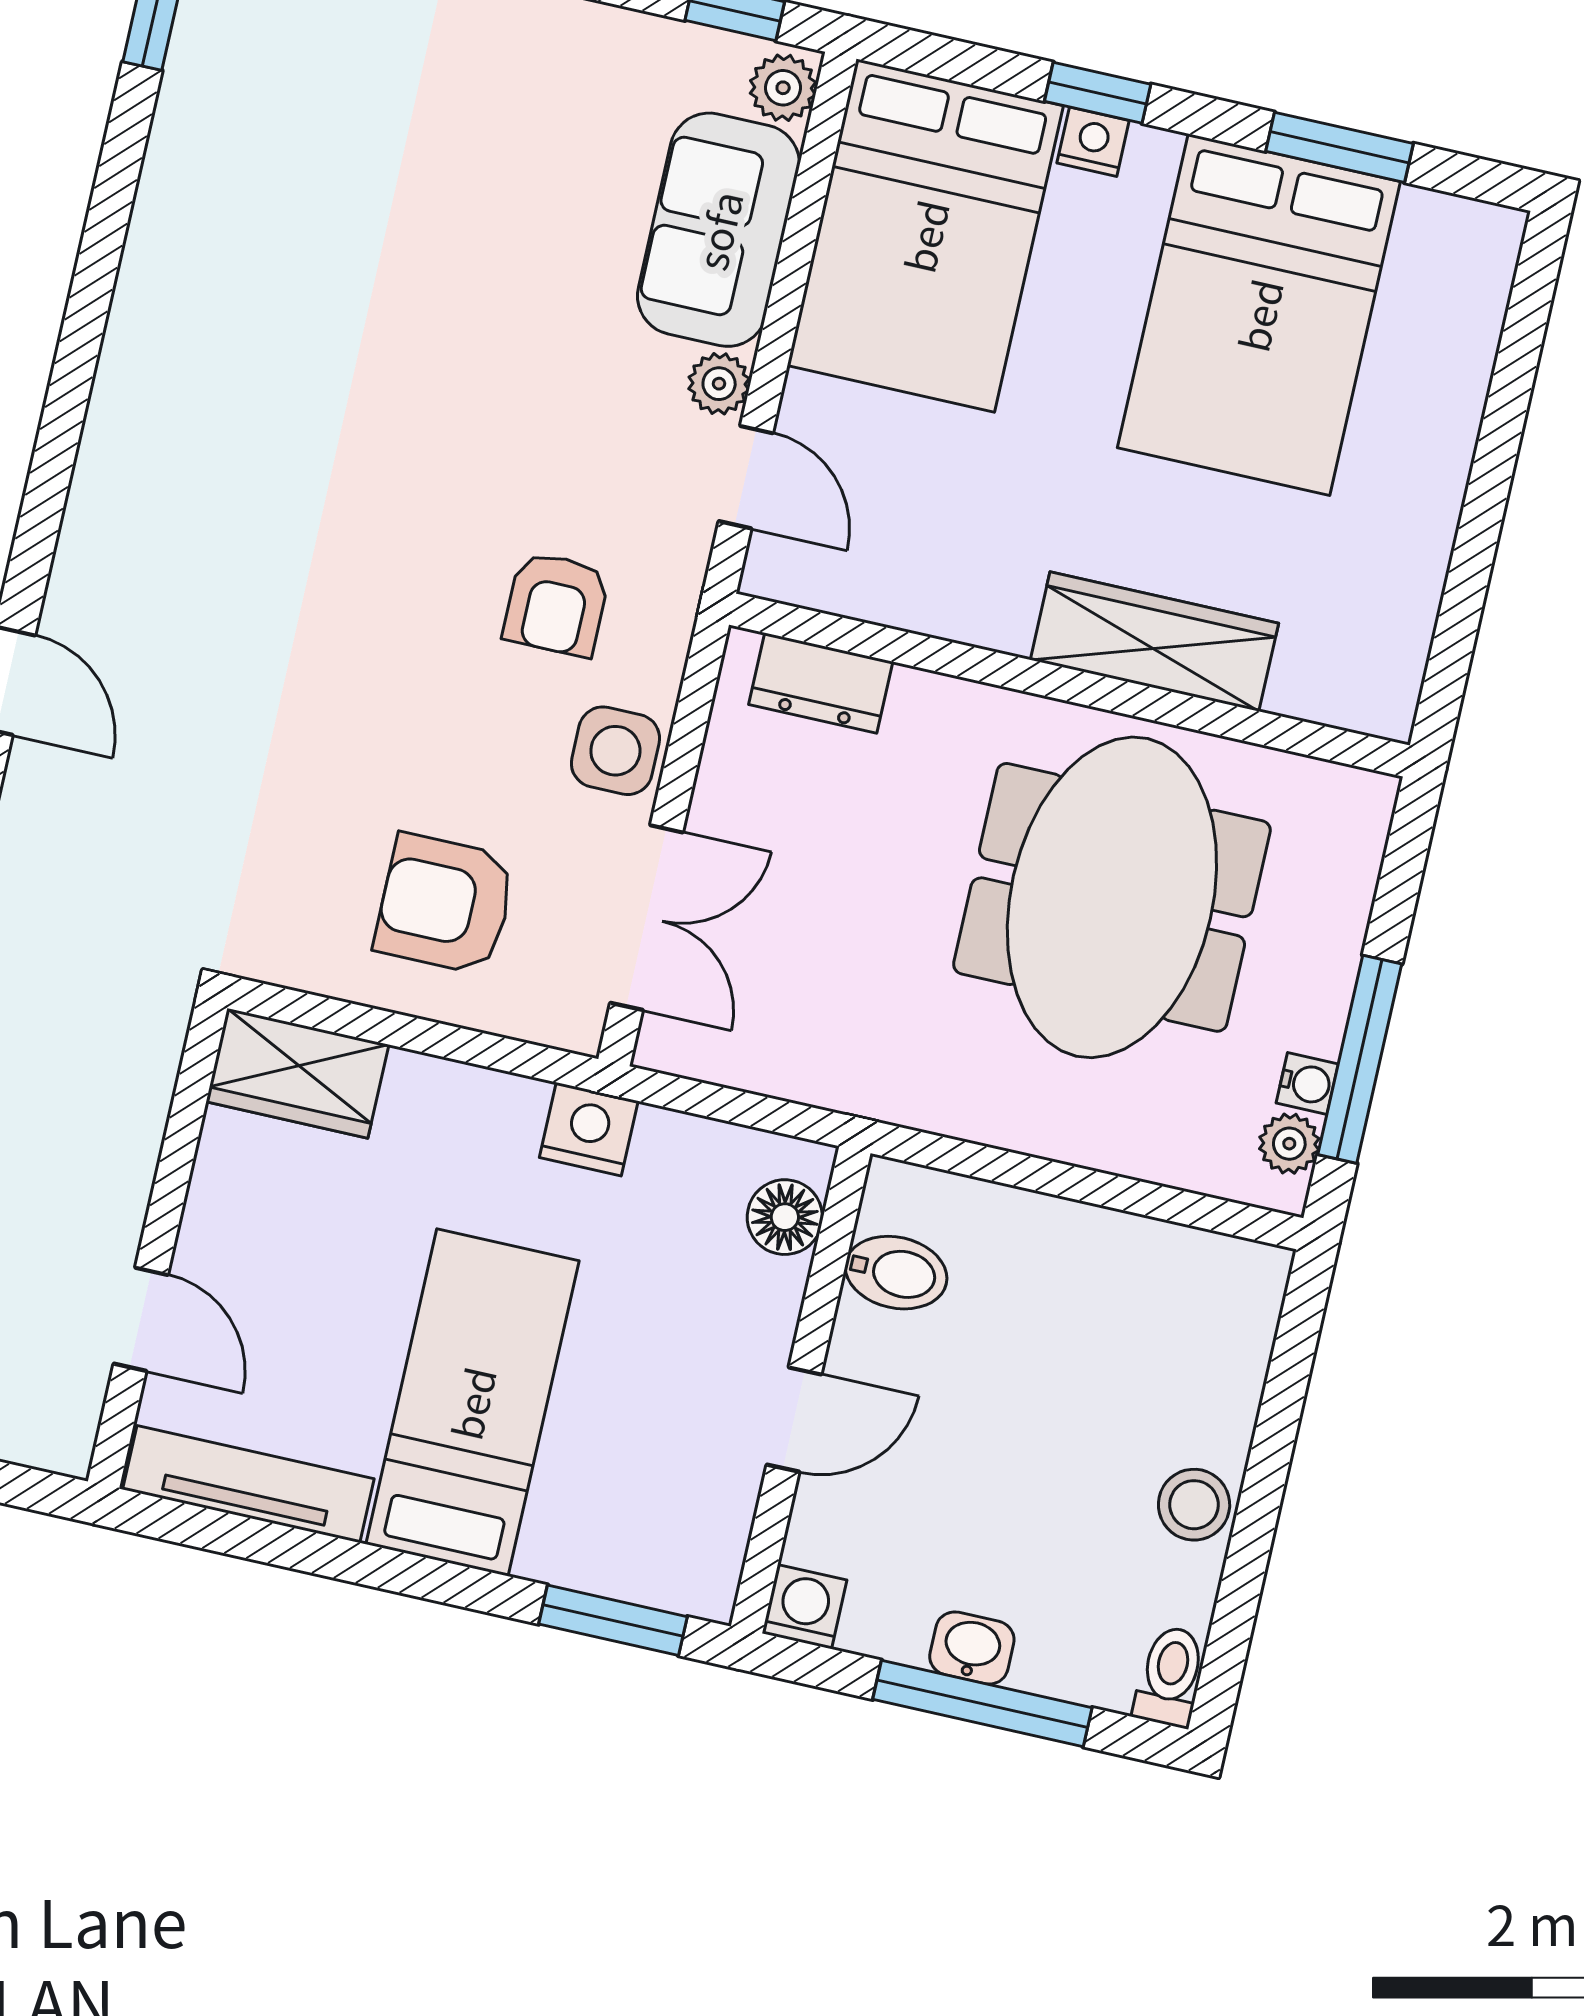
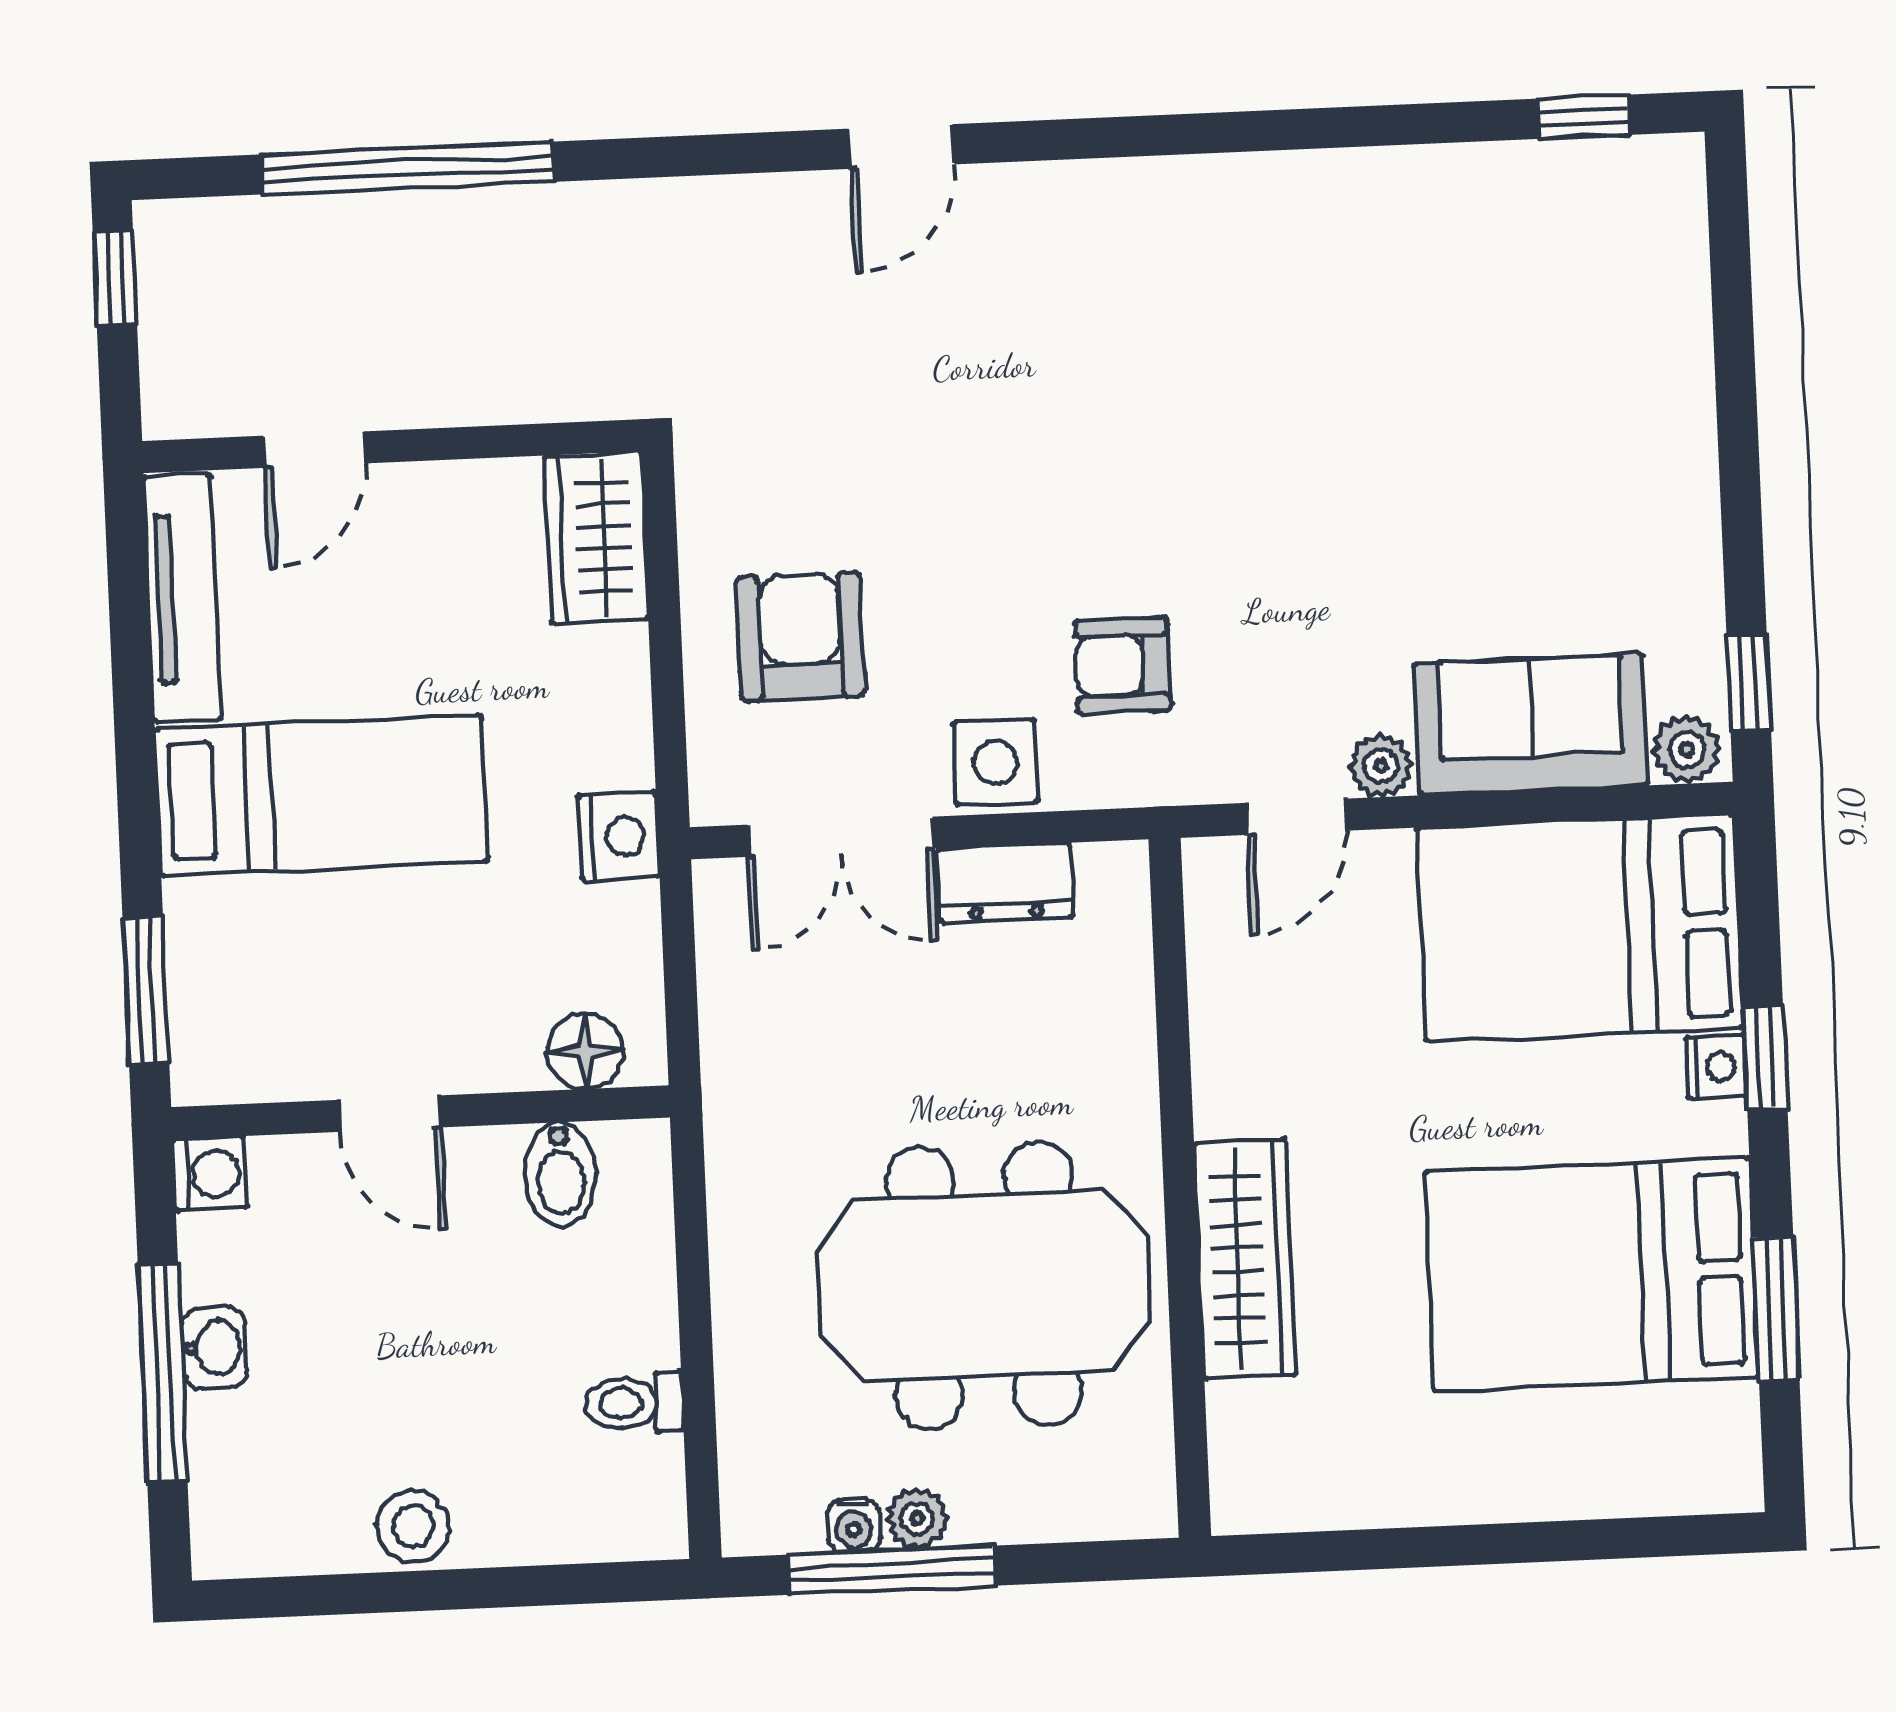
dresser: (821, 683) -> (1005, 883), moved, turned -90
plant: (1289, 1144) -> (917, 1518), moved
toilet: (1170, 1676) -> (634, 1403), moved, turned 180

